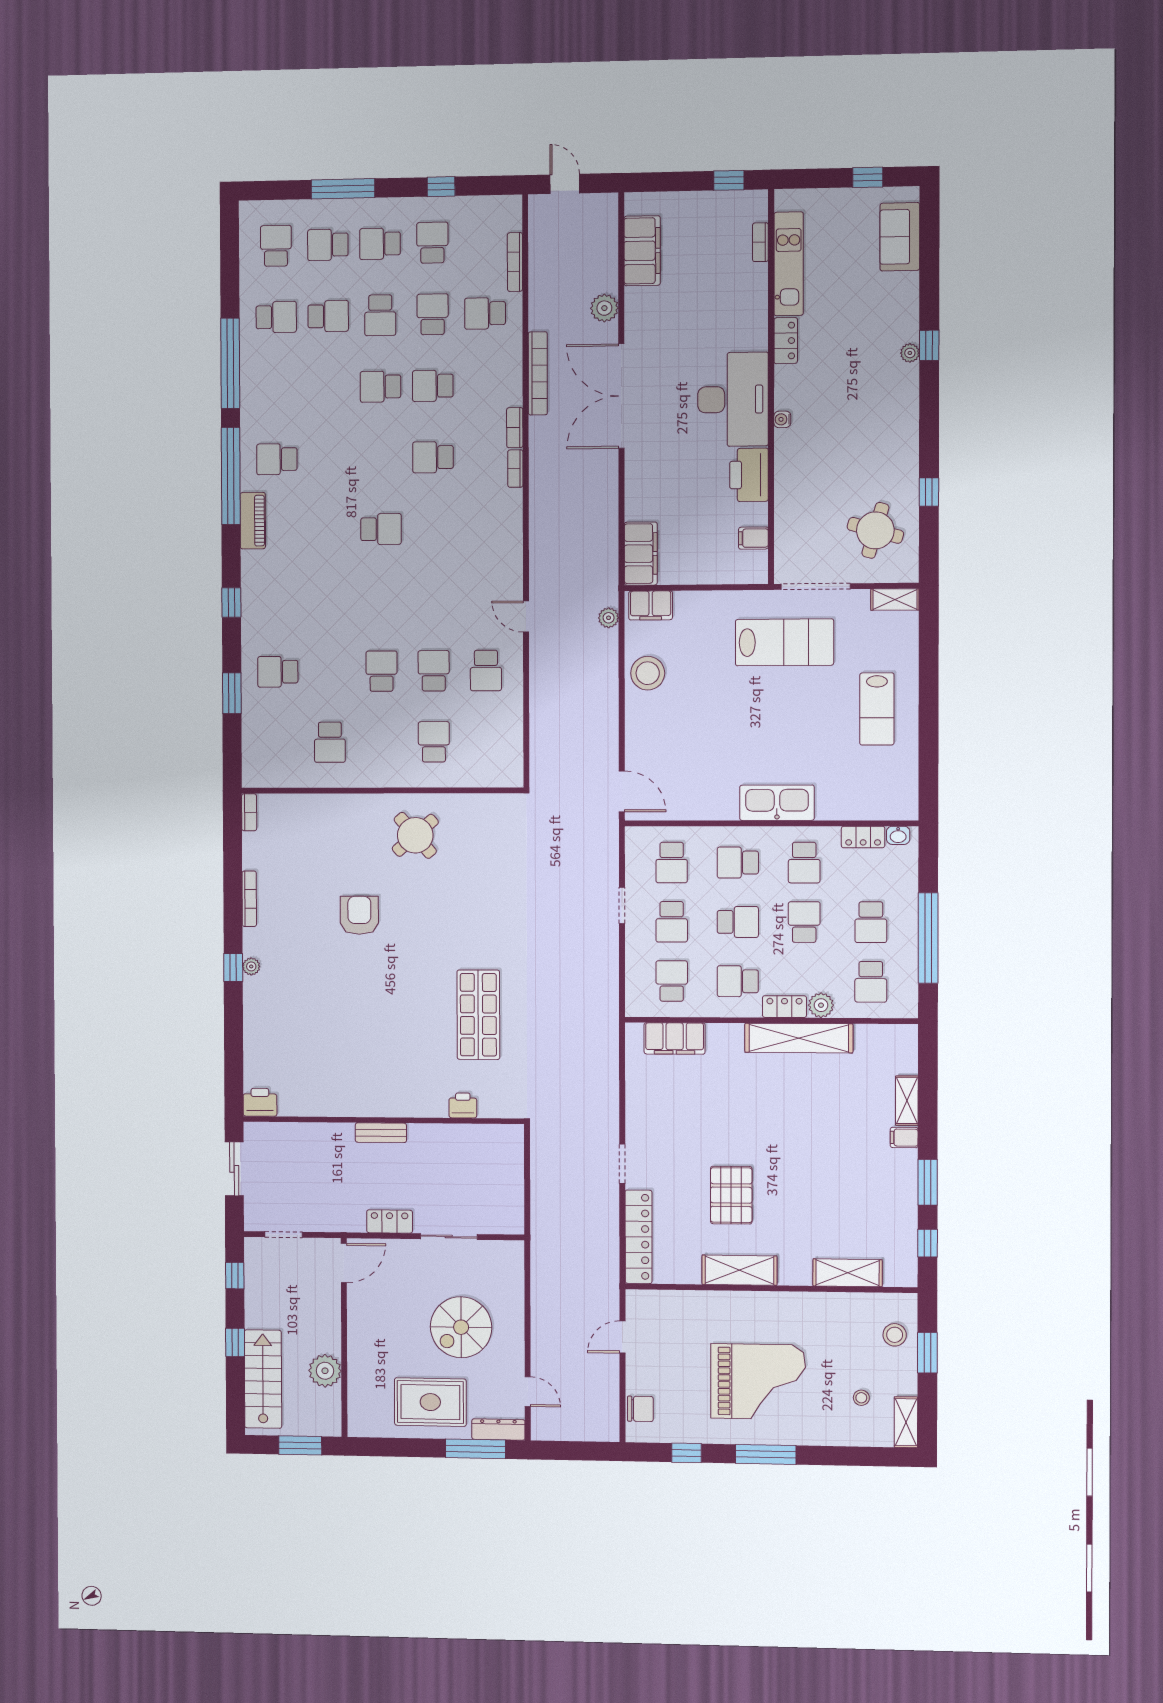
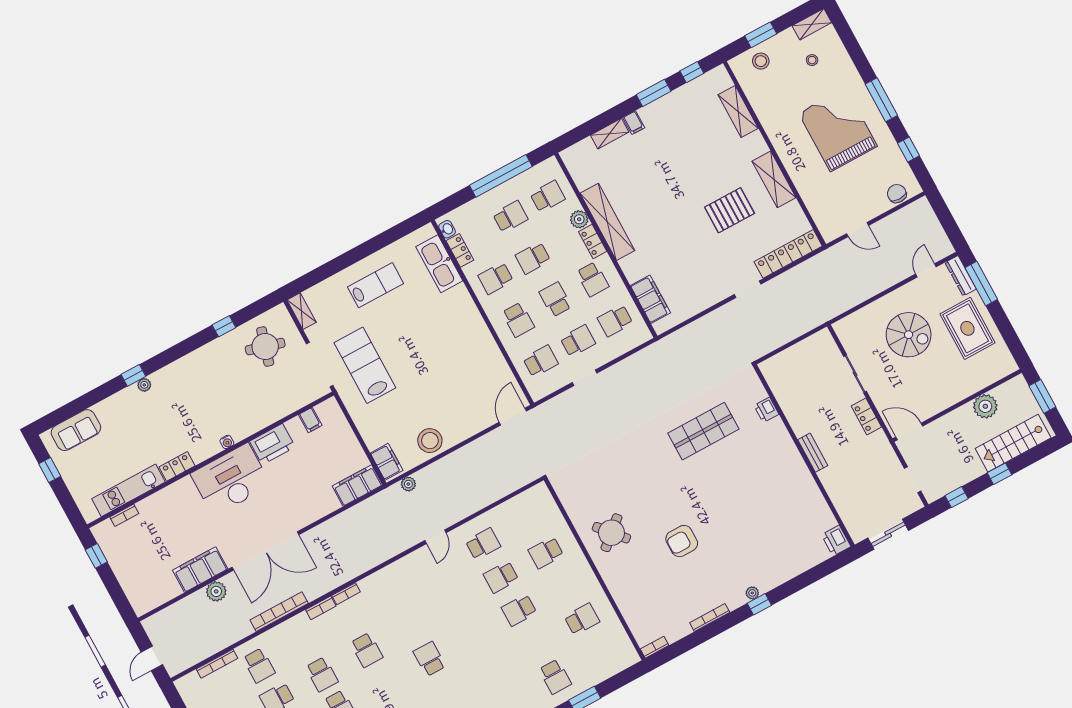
filing cabinet: (642, 251) -> (200, 570), moved
kitchen sink: (777, 803) -> (439, 264), moved
school desk: (804, 863) -> (496, 278), turned 180

